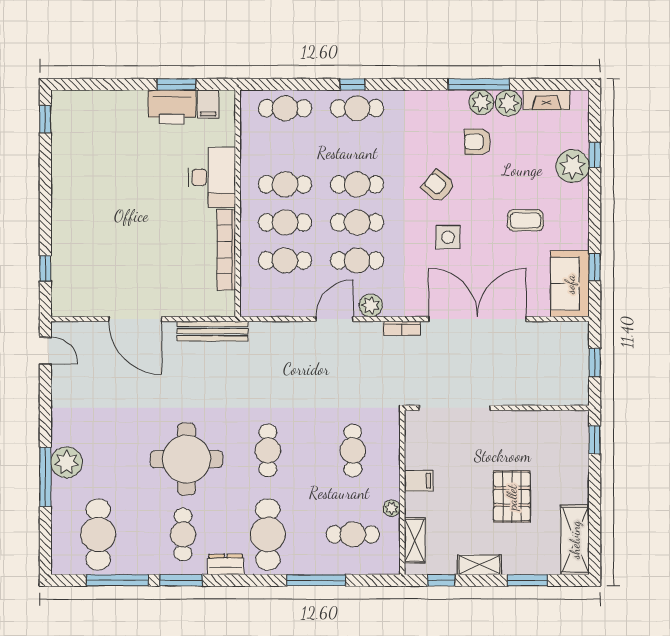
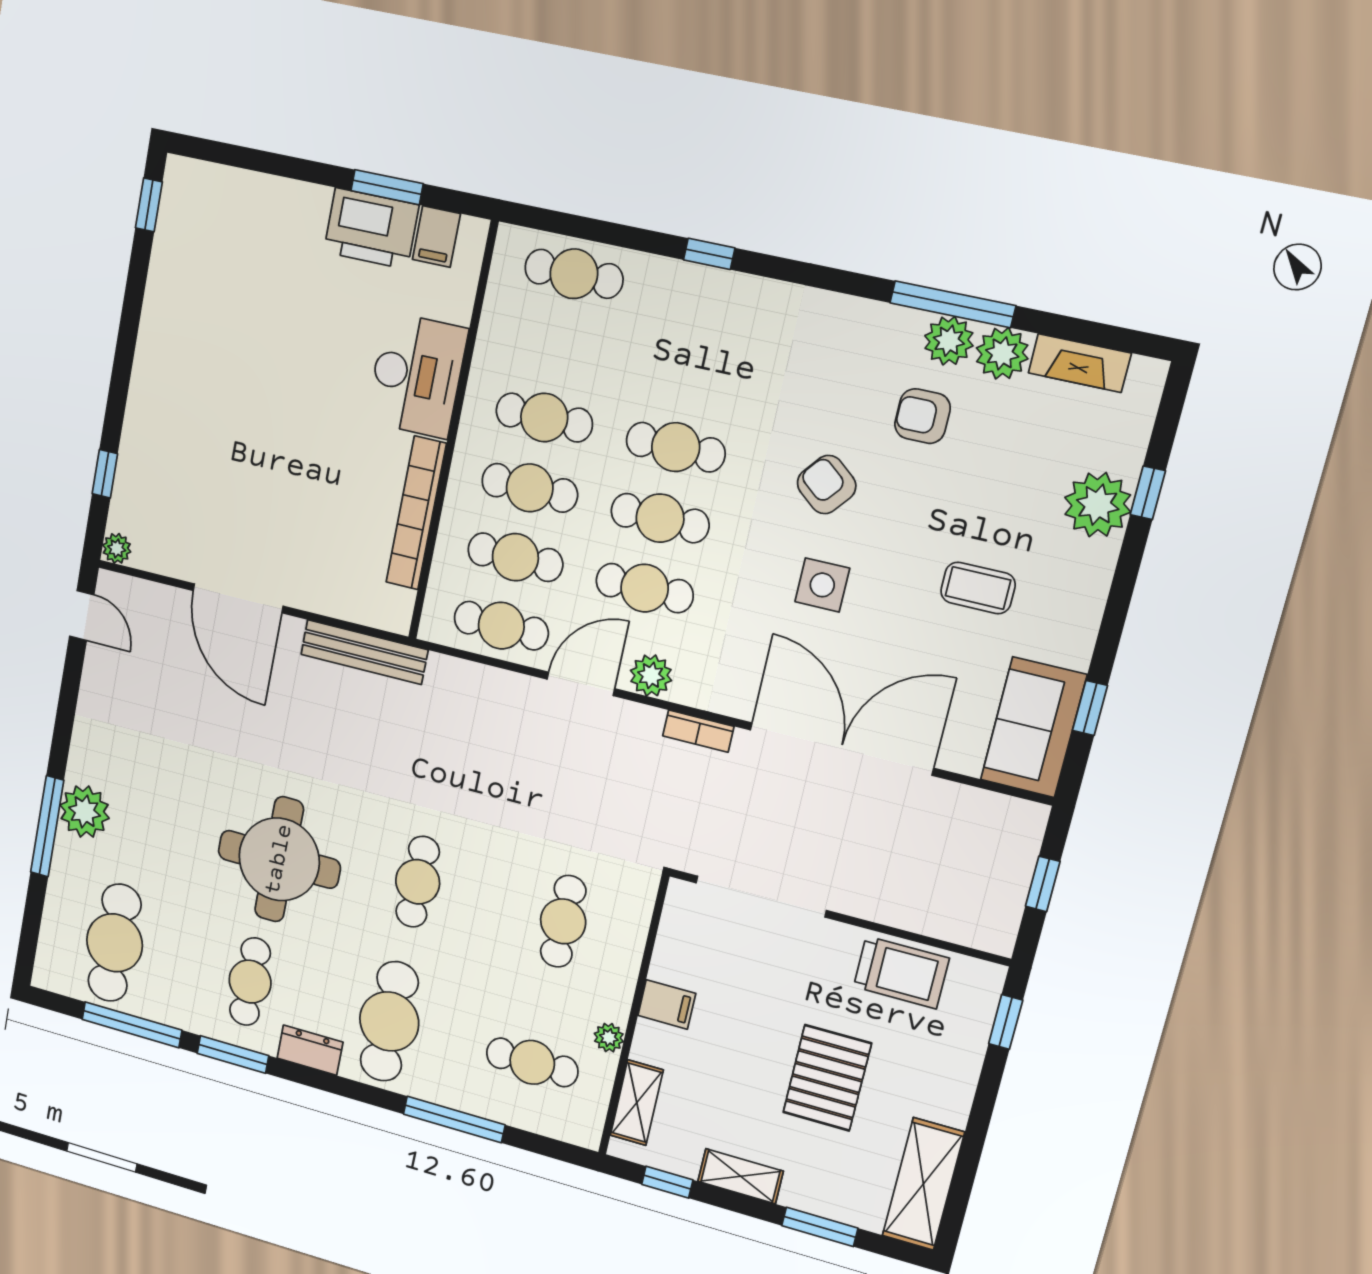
cafe table: (357, 108) -> (501, 626), moved
plant: (60, 308) -> (117, 548), added
trolley: (536, 429) -> (901, 972), added

